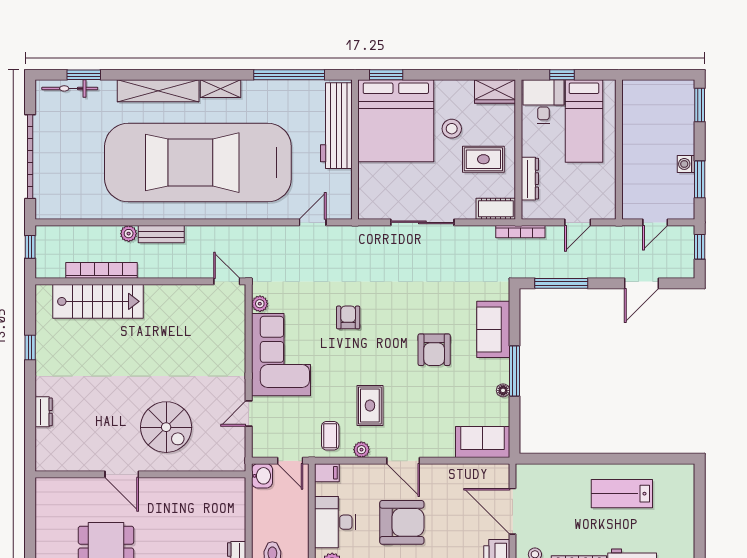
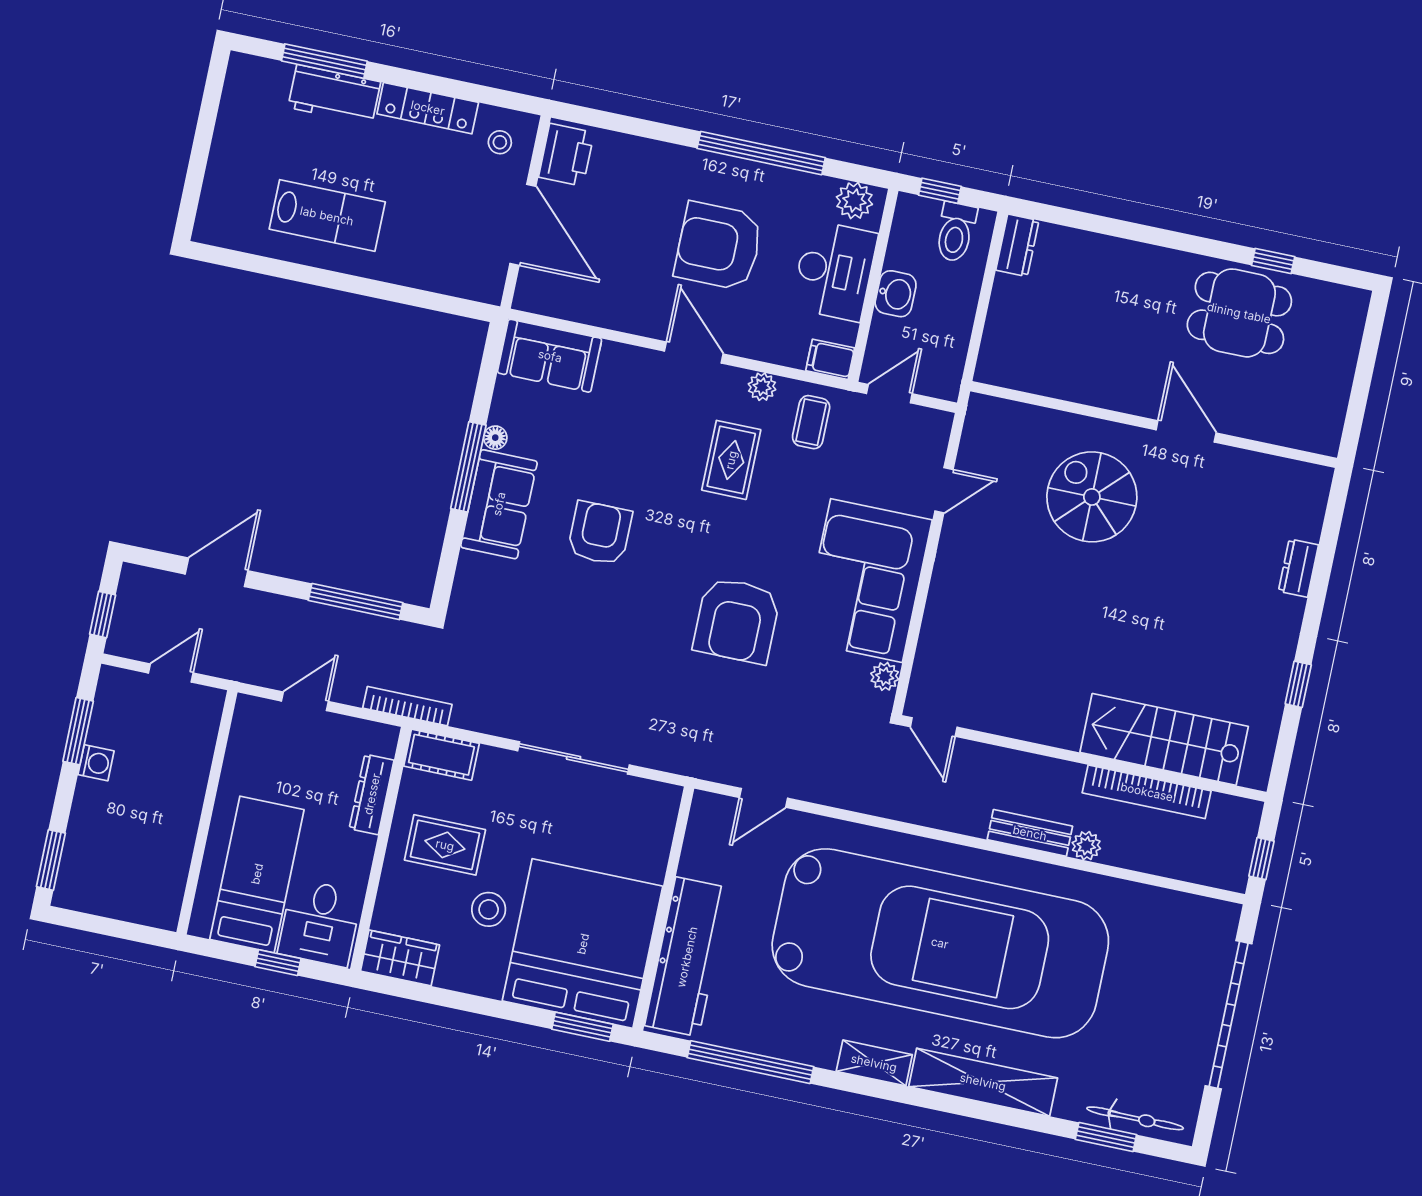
armchair: (348, 317) -> (737, 620), width x1.88, depth x1.88
sofa: (493, 329) -> (499, 504), moved
door: (290, 461) -> (889, 394), hinge flipped
washbasin: (262, 476) -> (896, 294), moved, turned 180

